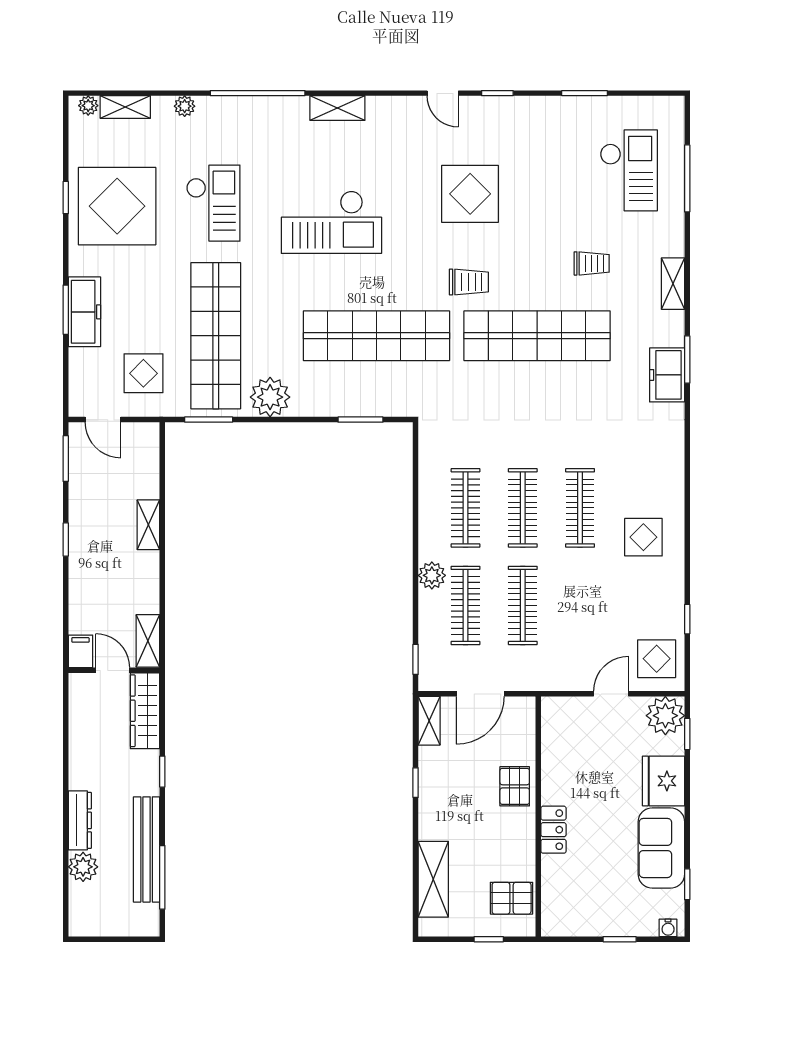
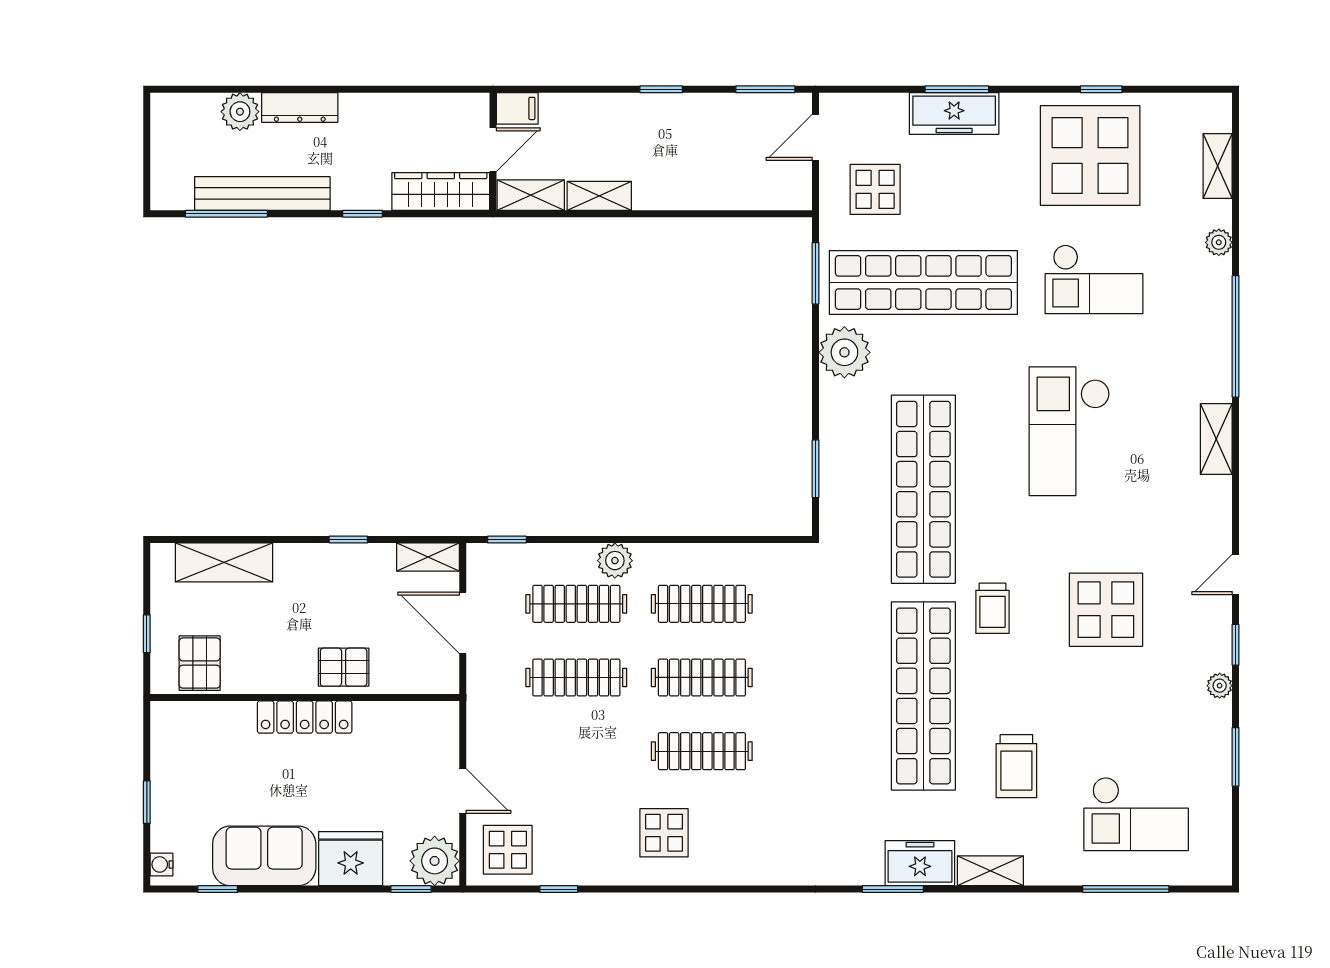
plant: (88, 106) -> (1220, 686), moved
trolley: (592, 263) -> (1016, 766), width x1.36, depth x1.39
freezer: (667, 375) -> (920, 863), moved
shelving: (148, 525) -> (599, 196), moved
locker: (553, 830) -> (305, 717), width x1.53

